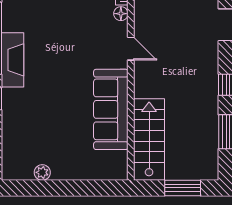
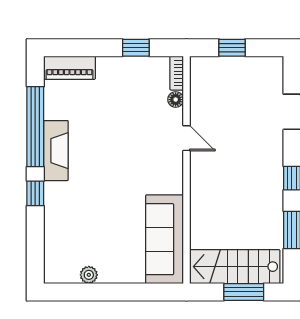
sofa: (111, 109) -> (165, 239), moved
stairs: (149, 140) -> (235, 267), moved, turned -90

